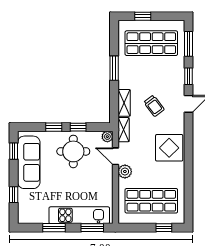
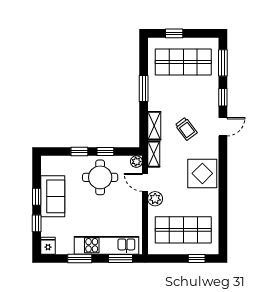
window: (14, 151) -> (37, 197), moved
sofa: (29, 162) -> (53, 196), width x0.73
fridge: (24, 216) -> (48, 246), added

